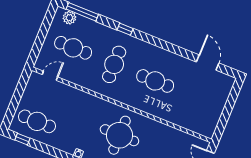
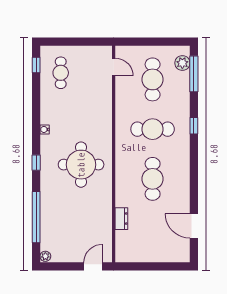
door: (208, 63) -> (194, 226), swing flipped
dresser: (177, 120) -> (121, 219), added
cafe table: (37, 121) -> (61, 73), width x0.73, depth x0.74

